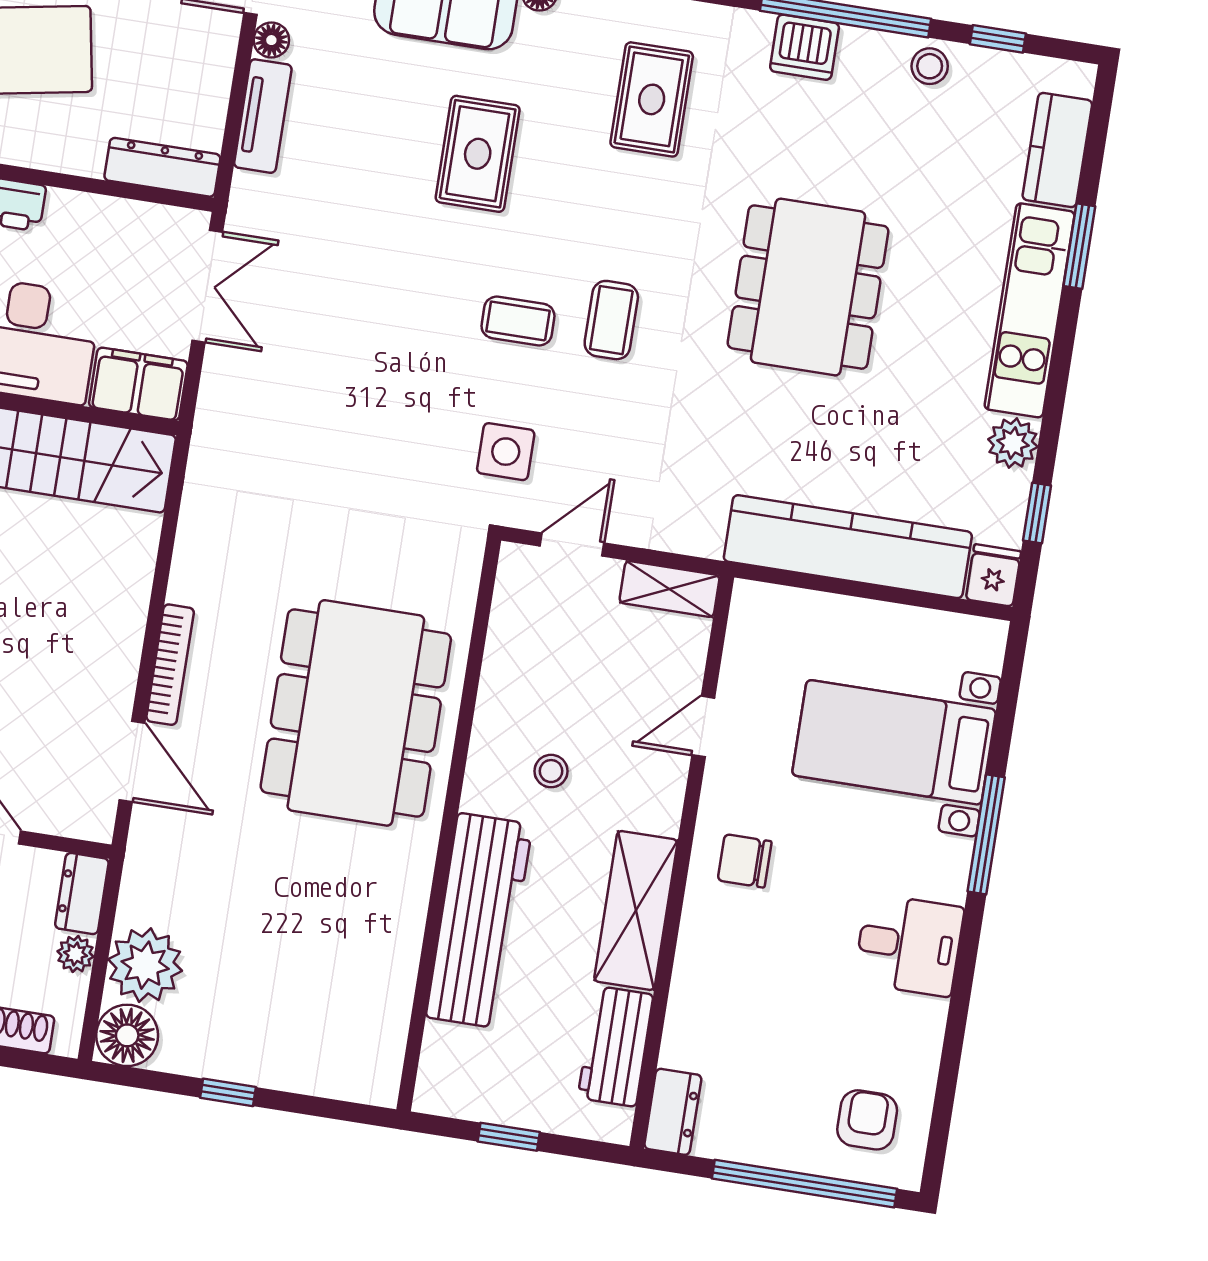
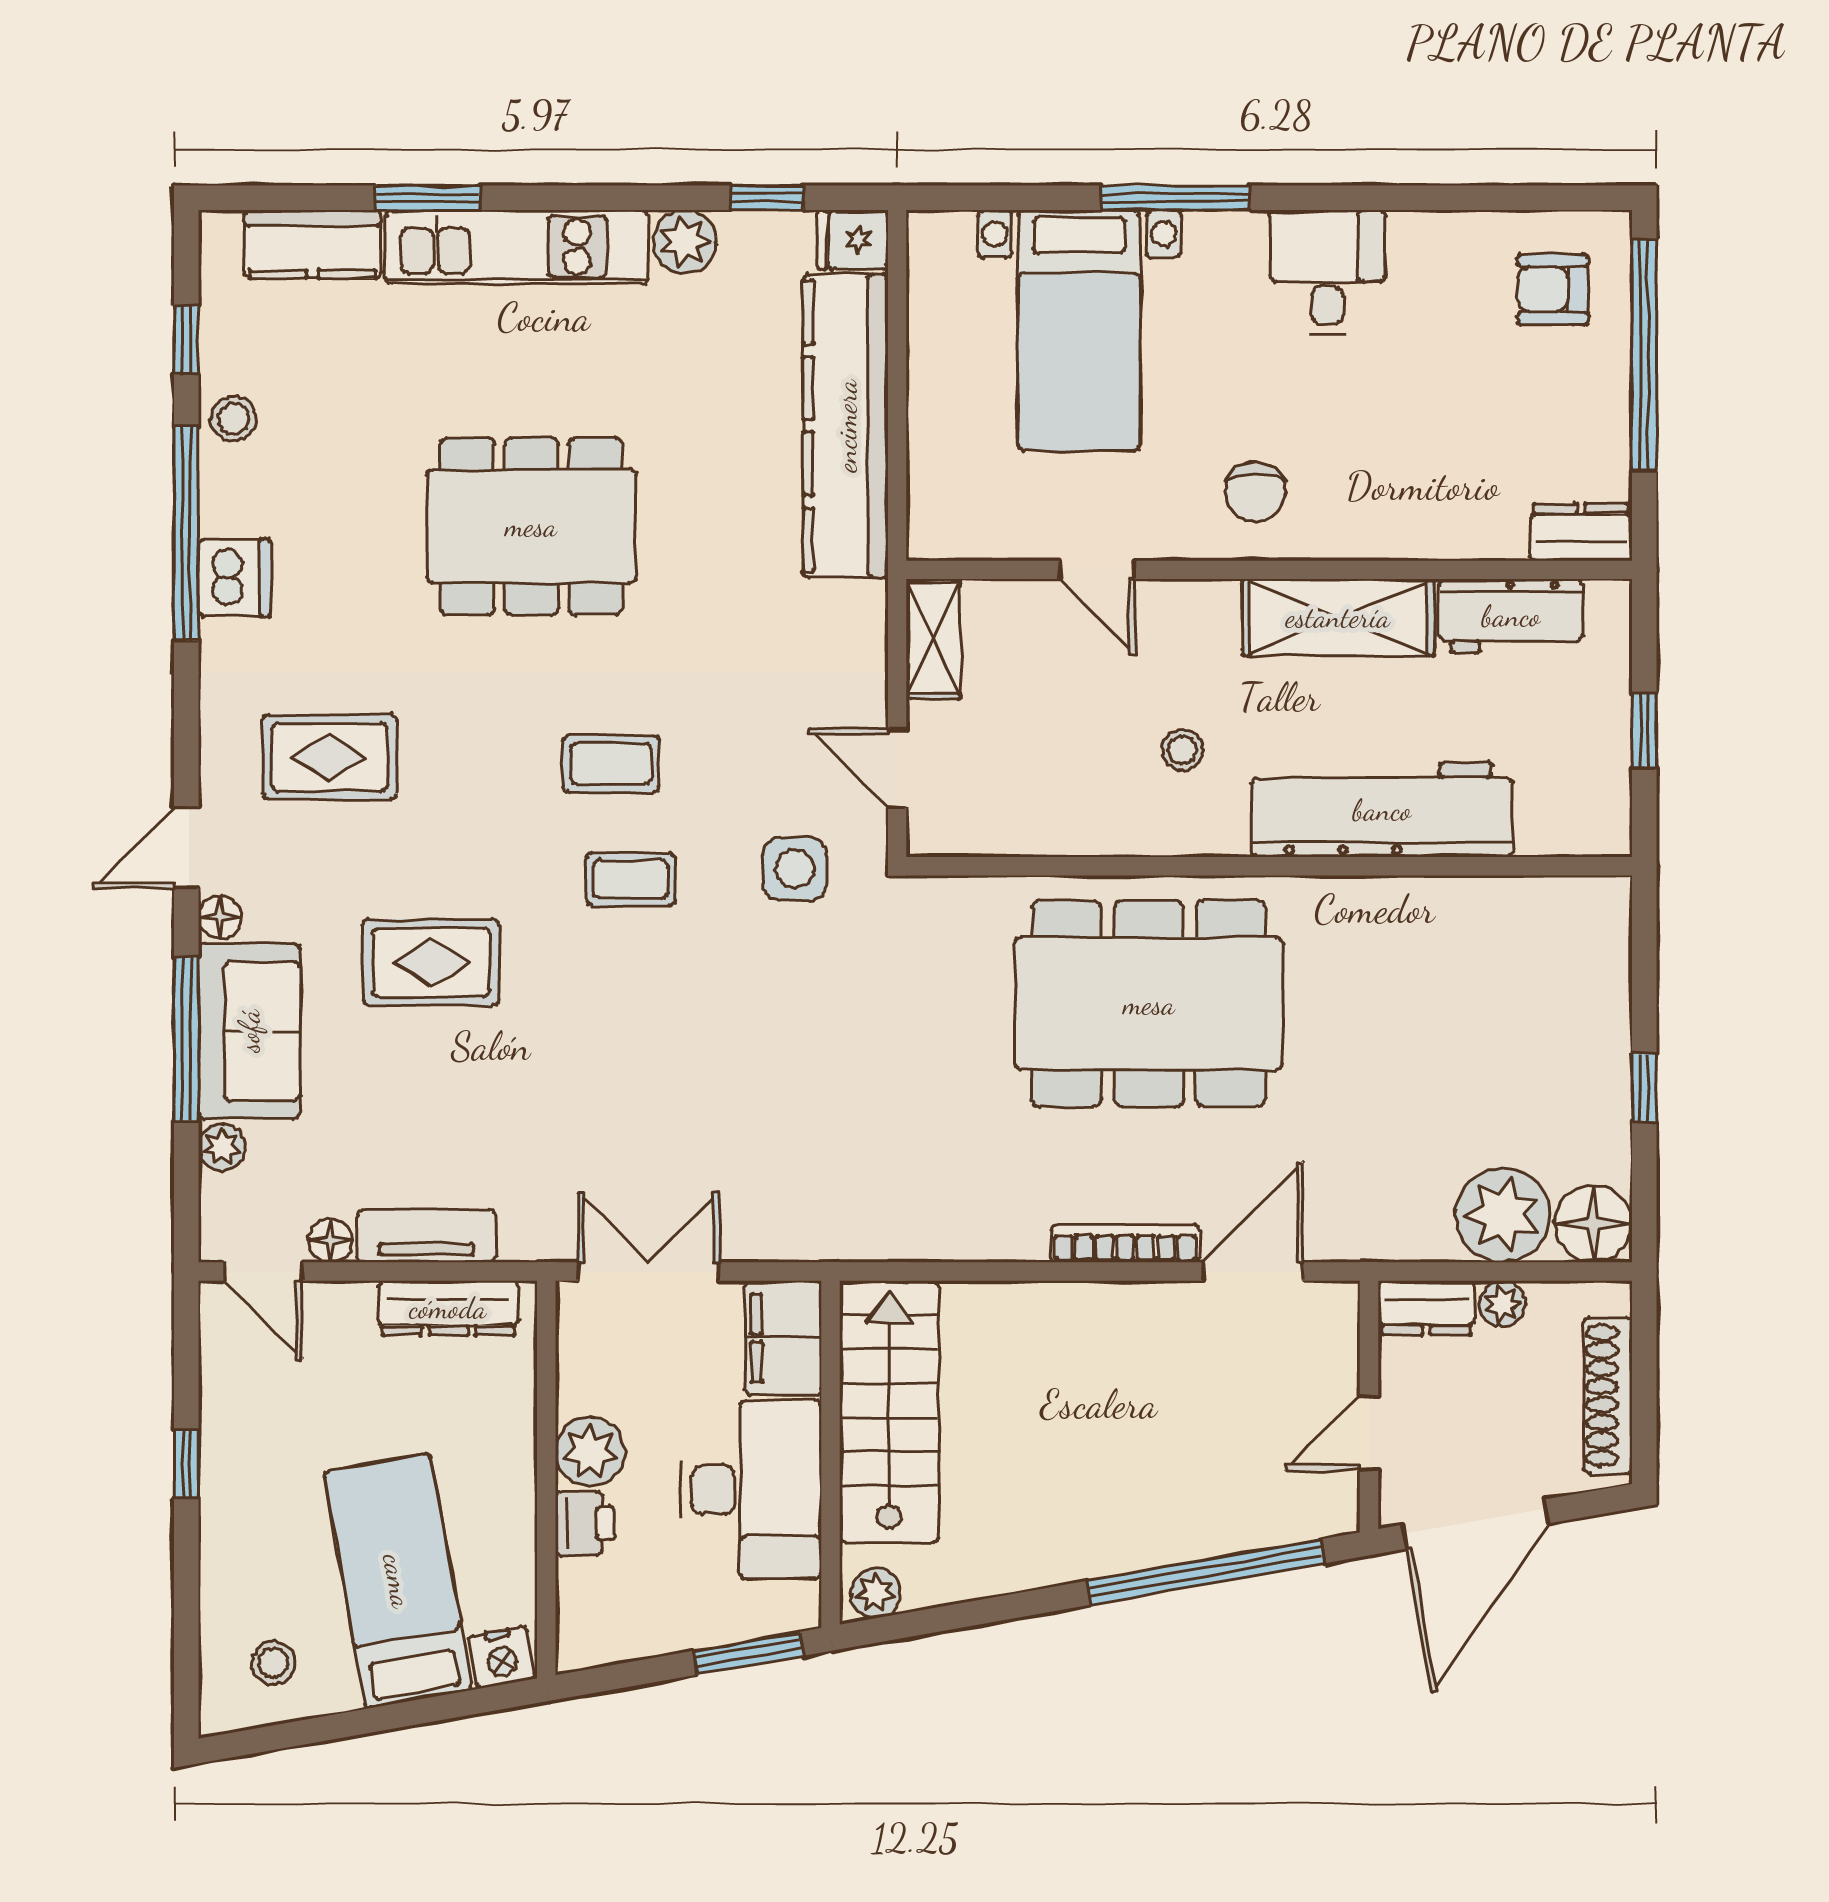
dresser: (162, 167) -> (448, 1308), moved, turned -90
plant: (73, 218) -> (590, 1451), added
coffee table: (518, 321) -> (631, 879), turned 90

